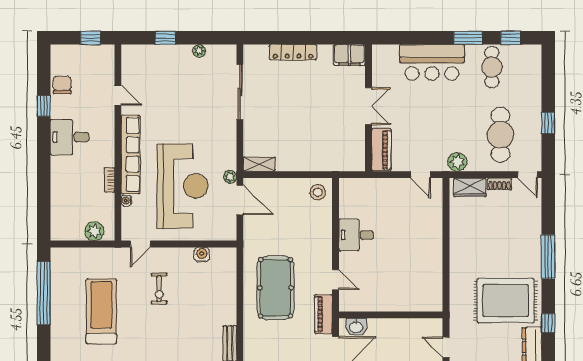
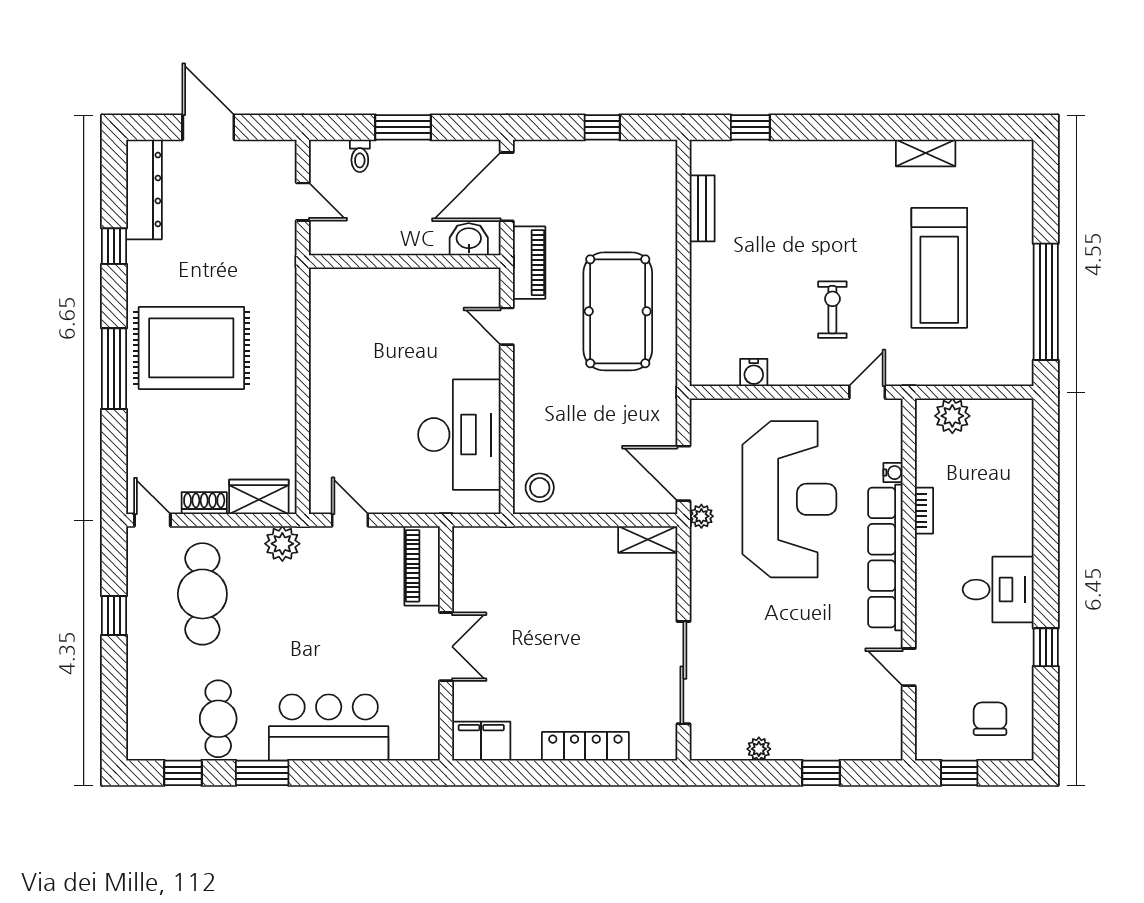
chair: (62, 85) -> (990, 719), moved, turned 180
double door: (369, 106) -> (446, 647), swing flipped
reception desk: (182, 186) -> (789, 499), turned 180
desk: (356, 235) -> (459, 435), width x1.87, depth x1.30
rug: (506, 301) -> (191, 348), moved

